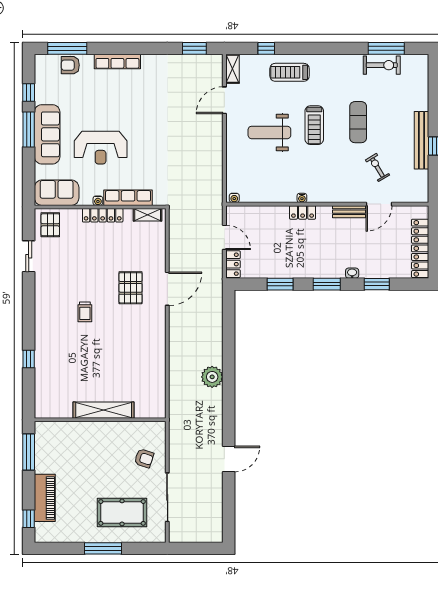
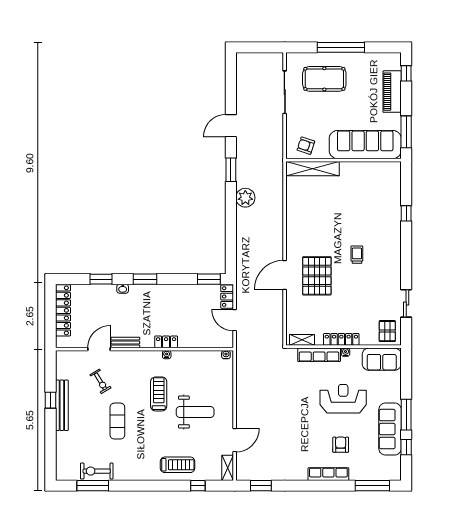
armchair: (70, 65) -> (341, 445), moved, turned -90
treadmill: (314, 125) -> (159, 394), moved
sofa: (47, 134) -> (390, 429), moved
window: (280, 284) -> (209, 279), moved
pallet: (131, 288) -> (317, 276), width x1.37, depth x1.41
window: (229, 409) -> (231, 170), added
shelving: (104, 410) -> (313, 169), moved
sofa: (75, 437) -> (365, 145), added
armchair: (144, 458) -> (306, 146), moved
window: (103, 548) -> (341, 47), width x1.46

